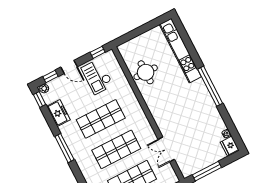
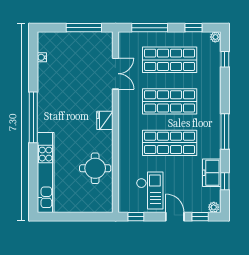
window: (39, 100) -> (225, 181), moved
fridge: (230, 146) -> (105, 120), moved, turned 180

